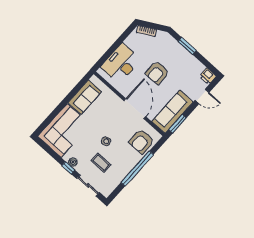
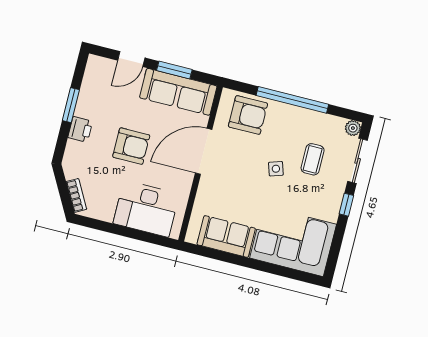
window: (187, 46) -> (71, 105), moved
printer: (208, 76) -> (80, 129), moved
door: (202, 96) -> (131, 59), swing flipped
window: (177, 124) -> (174, 70), moved
plant: (73, 162) -> (353, 128), moved

